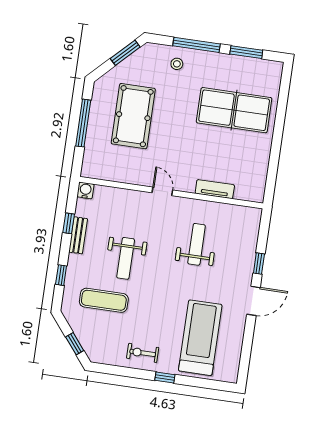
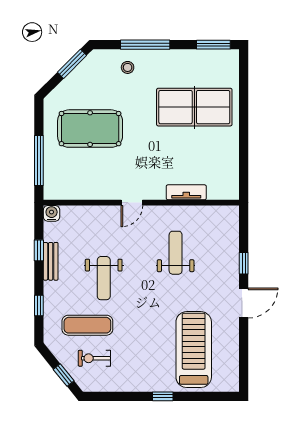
window: (246, 52) -> (213, 45), moved
pool table: (133, 116) -> (90, 129), turned 90
window: (83, 123) -> (39, 161), moved
door: (162, 191) -> (132, 203), swing flipped
exercise bike: (143, 353) -> (94, 358), moved

